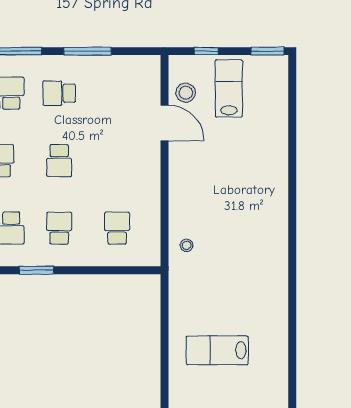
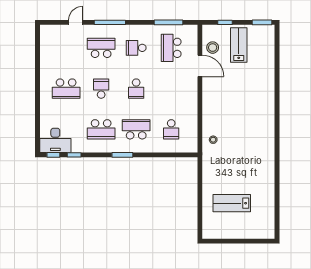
window: (88, 51) -> (168, 22), moved
school desk: (117, 93) -> (171, 48), added
school desk: (59, 228) -> (136, 129), width x1.85
school desk: (117, 228) -> (171, 129), turned 180

